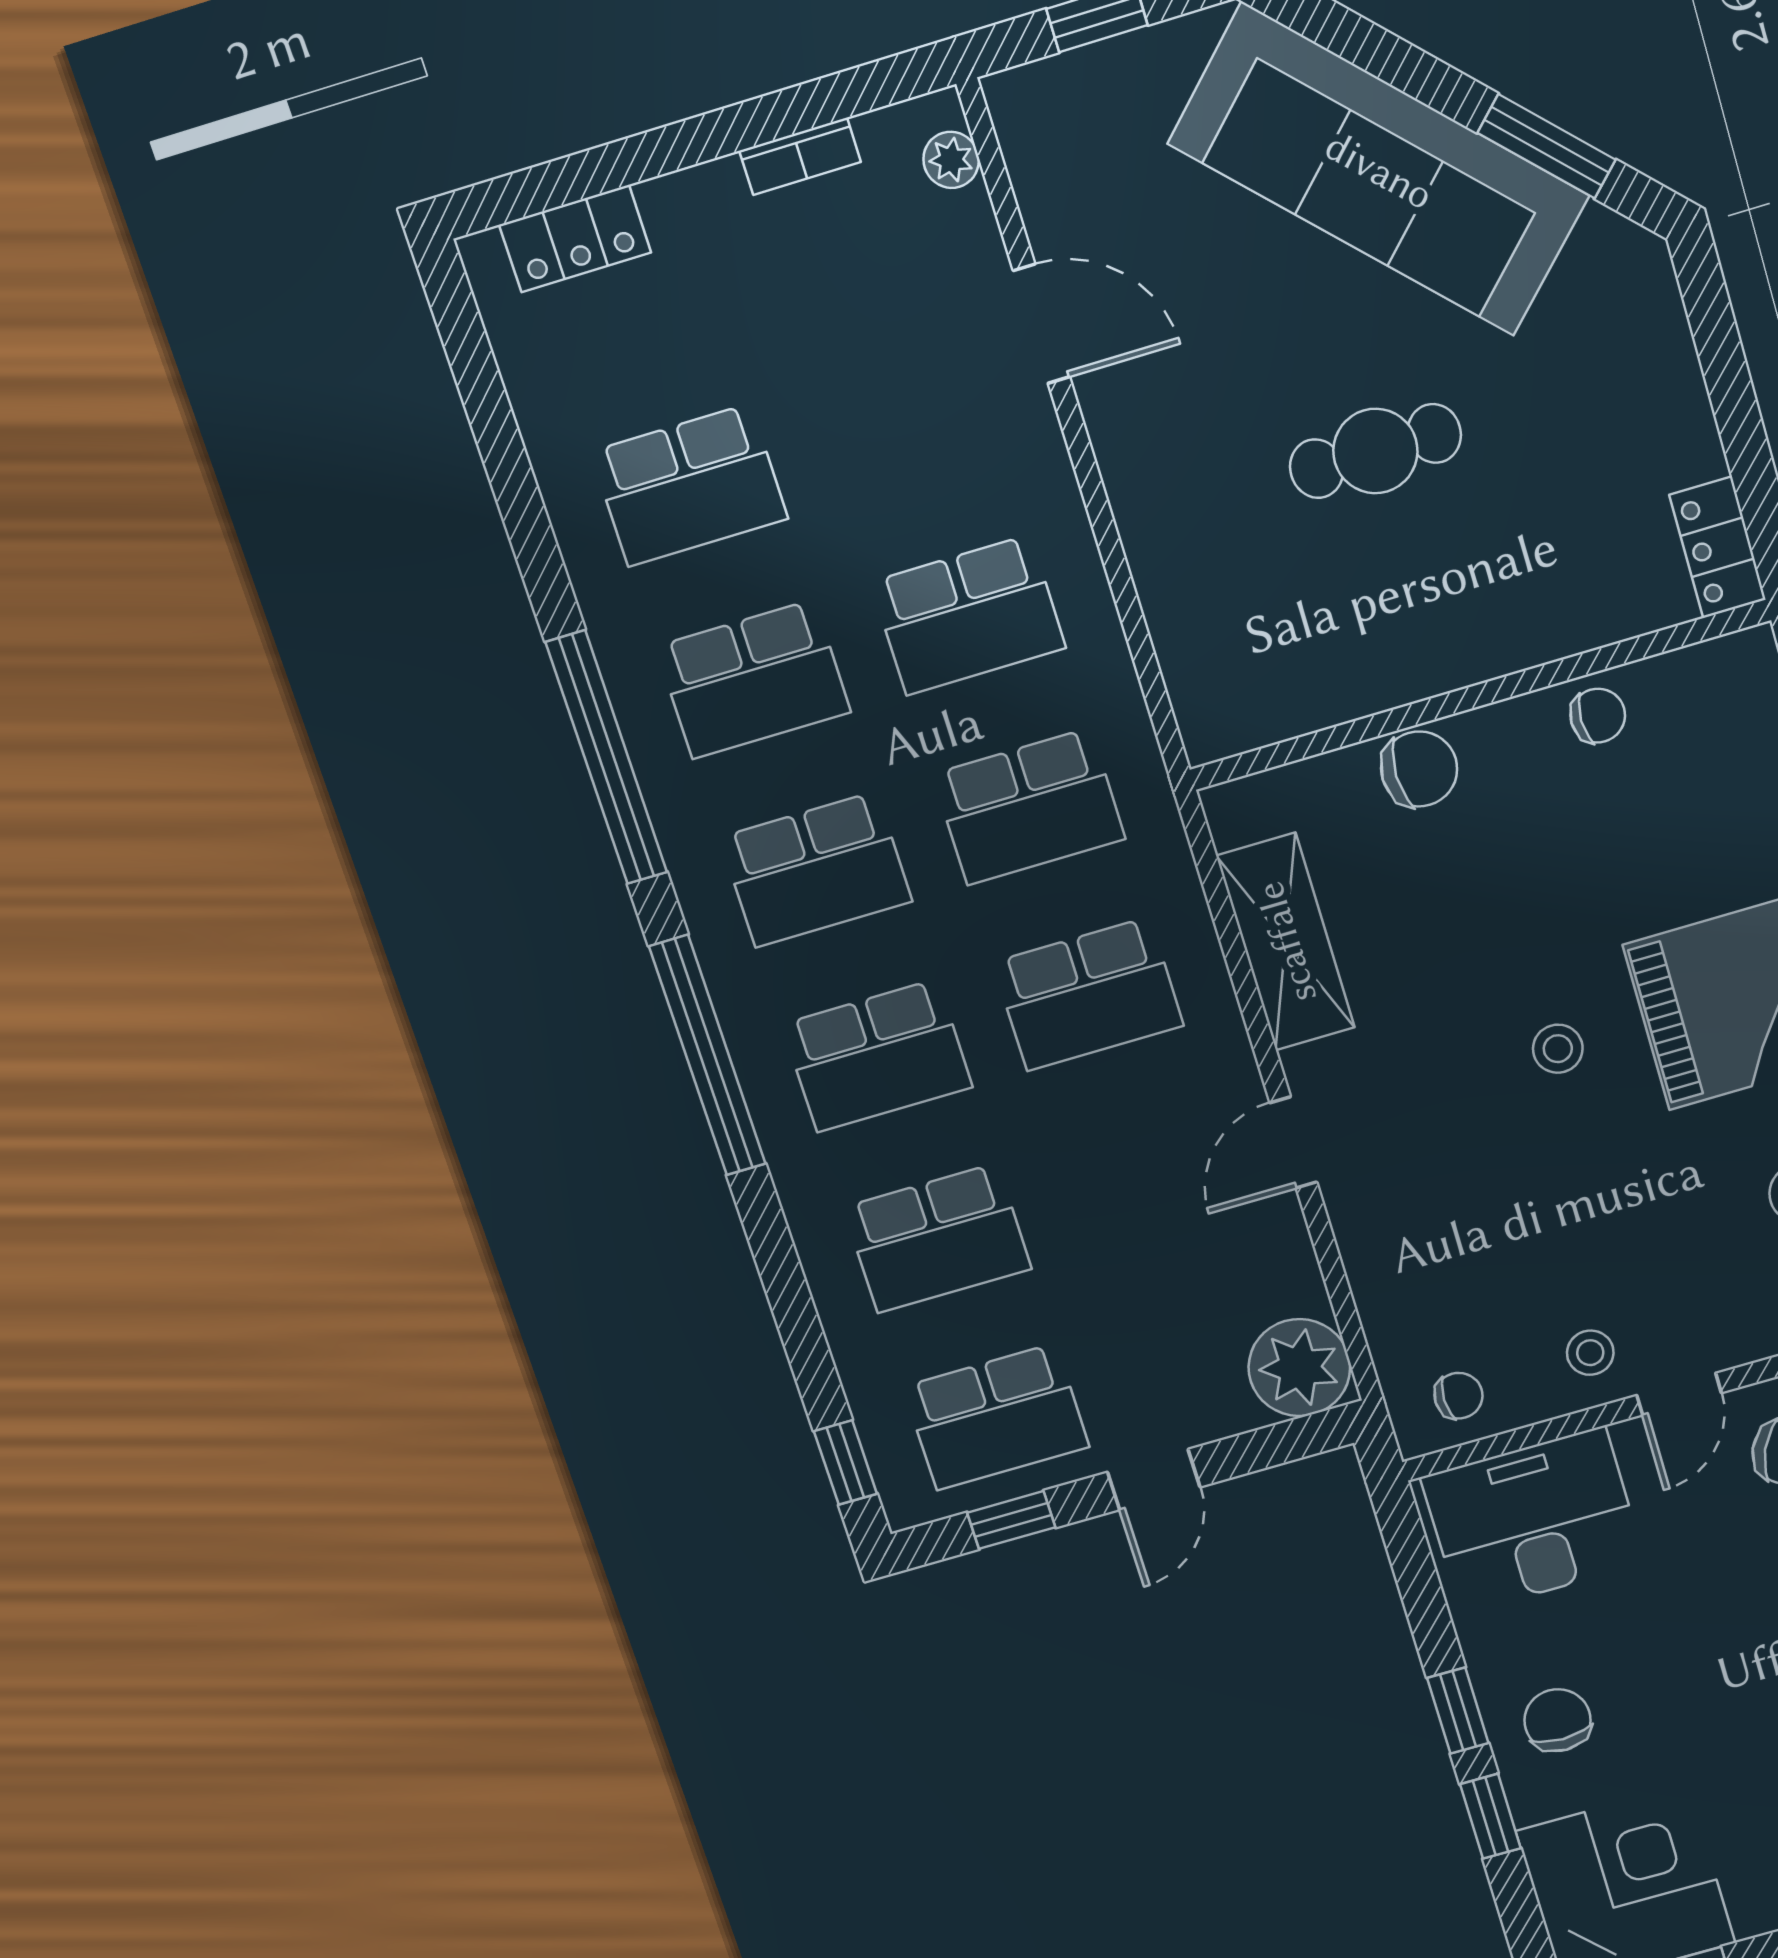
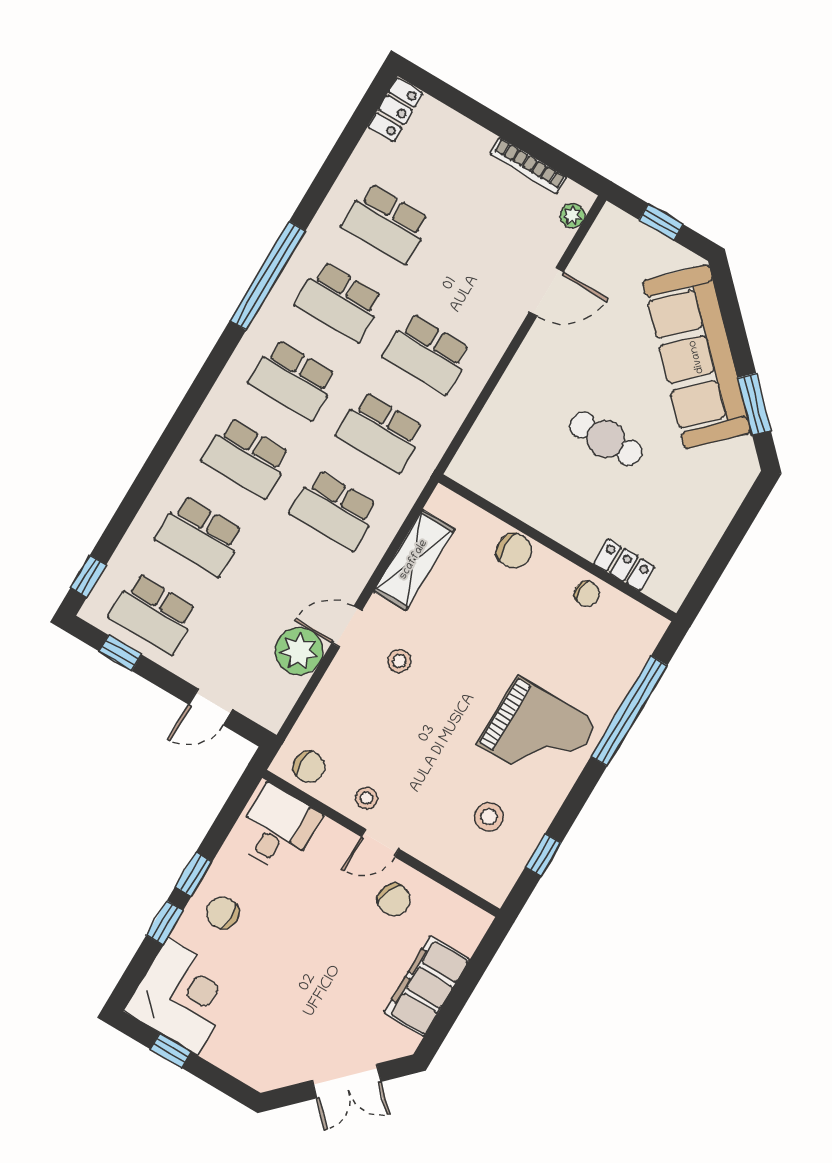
bookcase: (800, 156) -> (528, 166), width x1.56
locker: (575, 239) -> (395, 110), moved, turned -90
door: (1041, 324) -> (546, 292), hinge flipped
locker: (1718, 547) -> (624, 565), moved, turned 90
stool: (1558, 1049) -> (399, 661), moved
window: (708, 1056) -> (194, 400), removed
plant: (1299, 1368) -> (299, 651), moved
chair: (1459, 1396) -> (309, 767), width x1.37, depth x1.37
door: (1154, 1480) -> (211, 707), moved
desk: (1533, 1520) -> (277, 829), width x0.73
chair: (1557, 1720) -> (223, 913), turned -90

